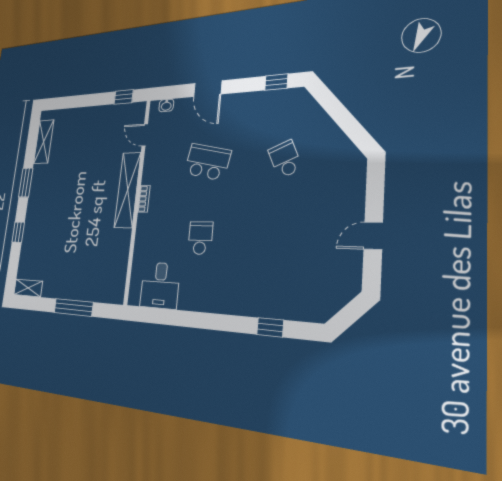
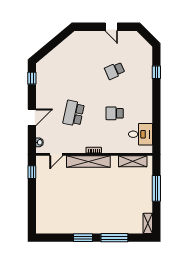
shelving: (44, 142) -> (133, 161), moved
school desk: (285, 159) -> (115, 71), moved
window: (18, 232) -> (114, 238), width x2.17

